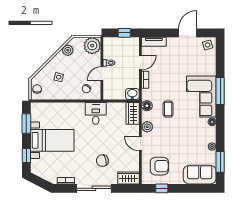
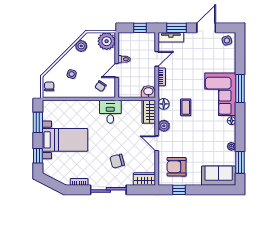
window: (159, 33) -> (176, 28), added
armchair: (159, 166) -> (177, 167), turned 180

